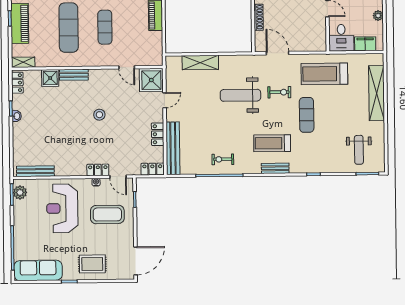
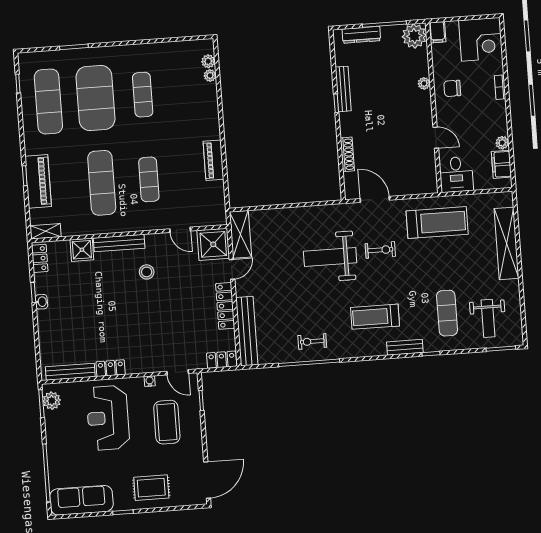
filing cabinet: (365, 44) -> (501, 164), moved, turned -90
shelving: (200, 63) -> (240, 234), moved, turned 90
treadmill: (324, 74) -> (437, 223), turned 180
bench: (74, 75) -> (119, 243), width x1.36
stool: (99, 115) -> (147, 272), moved
exercise mat: (307, 115) -> (447, 313), moved
locker: (158, 134) -> (225, 306), width x1.53
bench: (275, 168) -> (405, 347), moved
locker: (98, 170) -> (111, 368), moved
coffee table: (107, 214) -> (167, 422), turned 90

